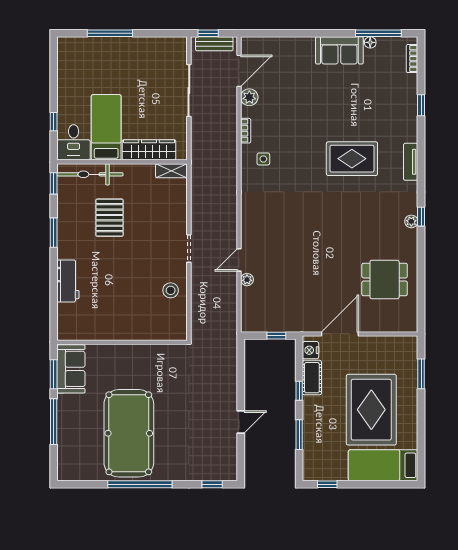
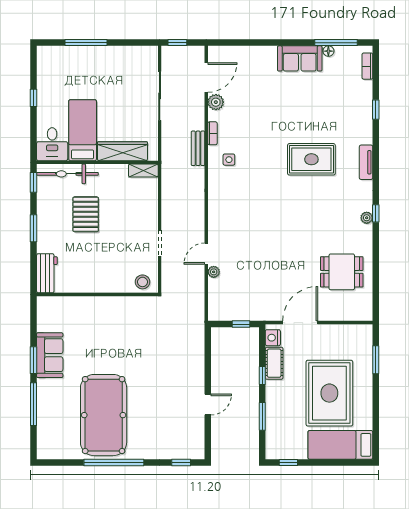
bench: (214, 44) -> (198, 148), moved, turned 90
window: (54, 122) -> (34, 98), moved
wall: (122, 342) -> (97, 295), moved

